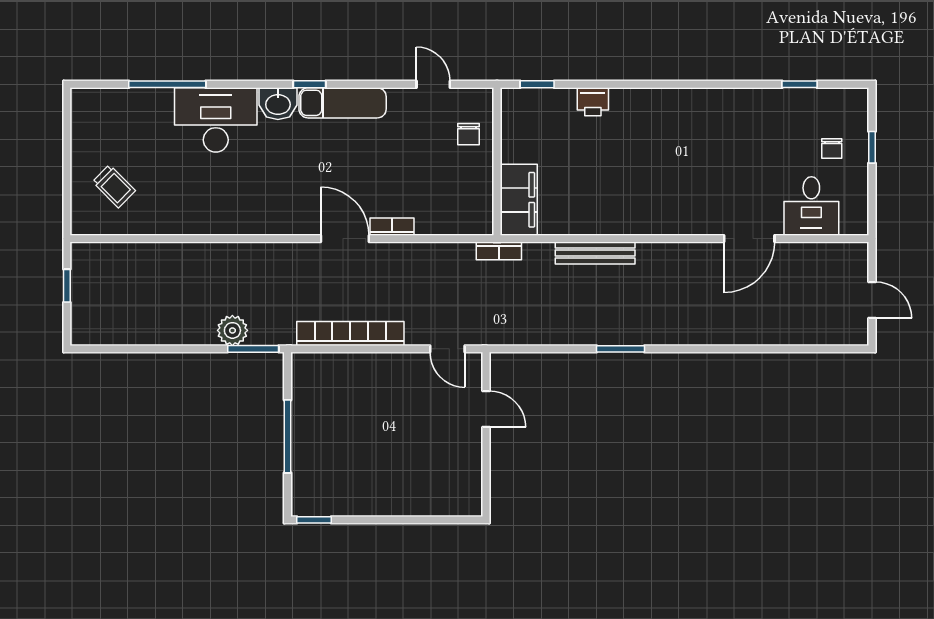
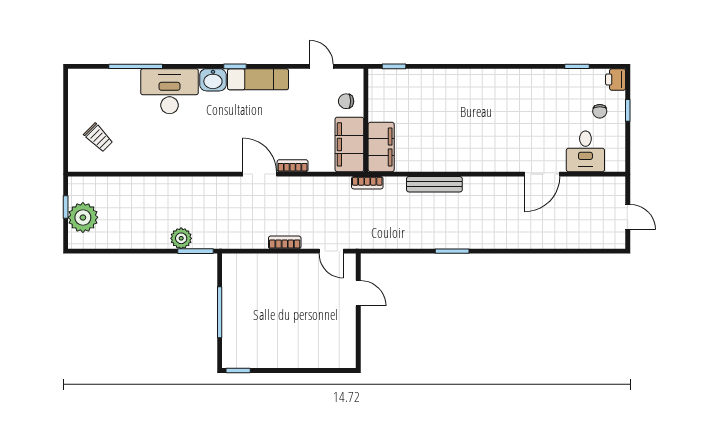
printer: (593, 102) -> (616, 80), moved, turned 90
chair: (469, 134) -> (346, 101), turned 90
filing cabinet: (473, 196) -> (349, 144), added
plant: (92, 301) -> (83, 217), added
bookcase: (350, 333) -> (285, 242), width x0.43, depth x0.76

